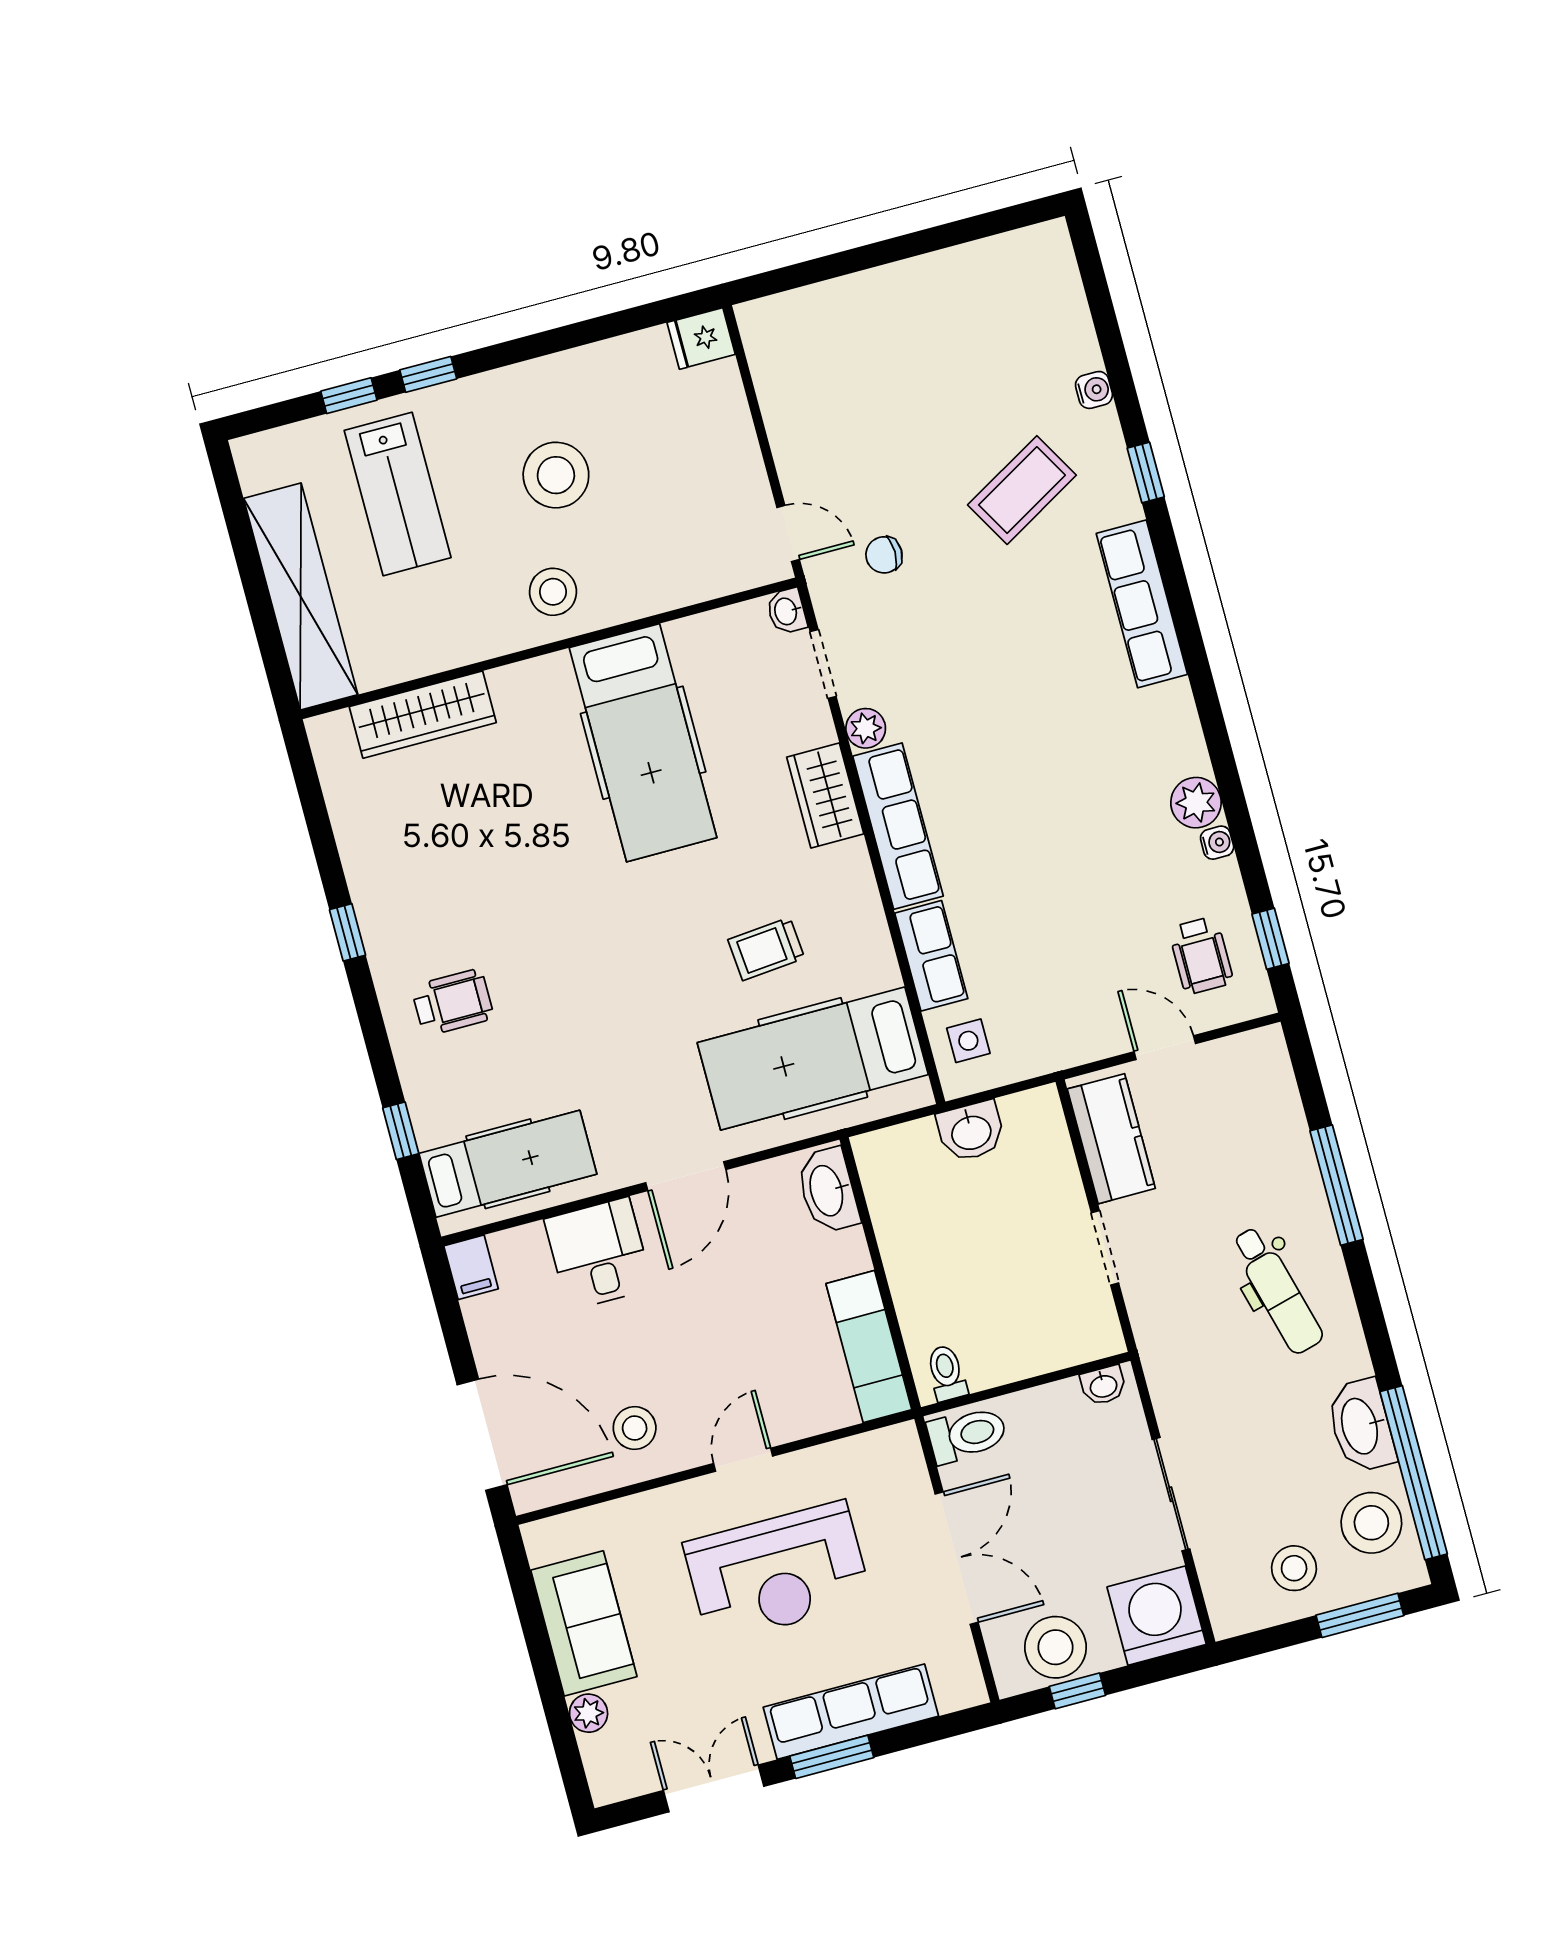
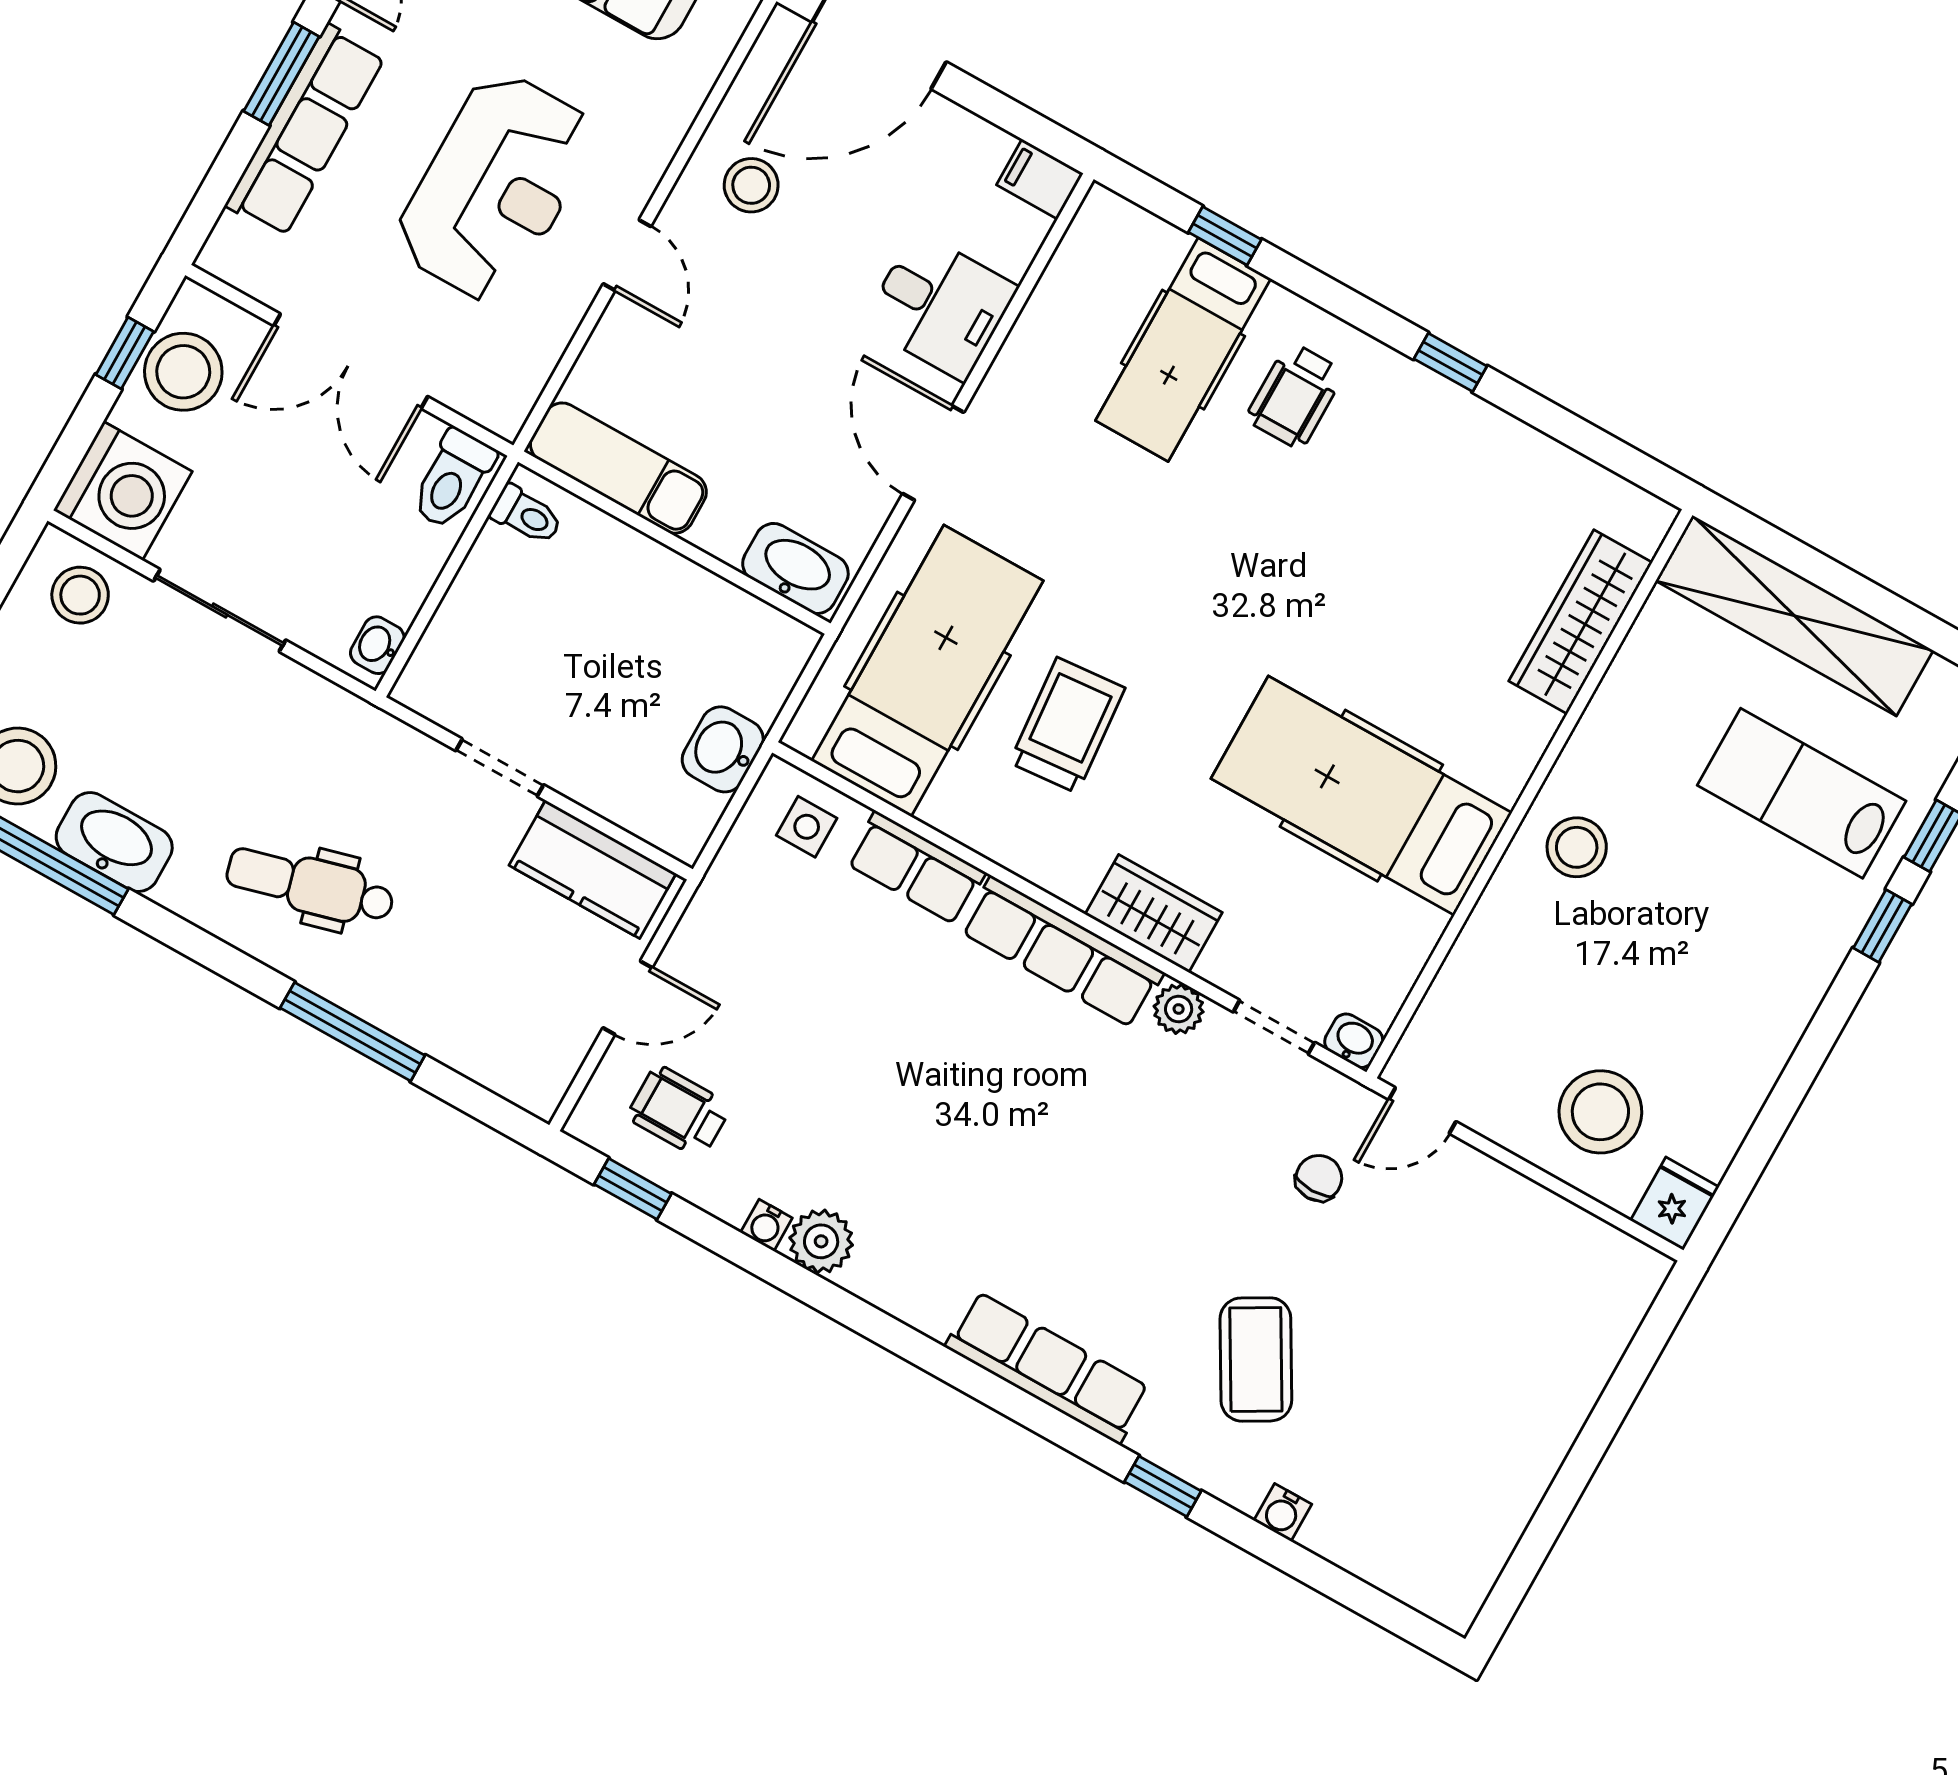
stool: (556, 475) -> (1600, 1112), moved
trolley: (766, 949) -> (1067, 725), width x1.36, depth x1.39
hospital bed: (508, 1164) -> (1183, 350), moved
stool: (1294, 1568) -> (80, 595), moved
reception desk: (777, 1572) -> (496, 187), turned 180

